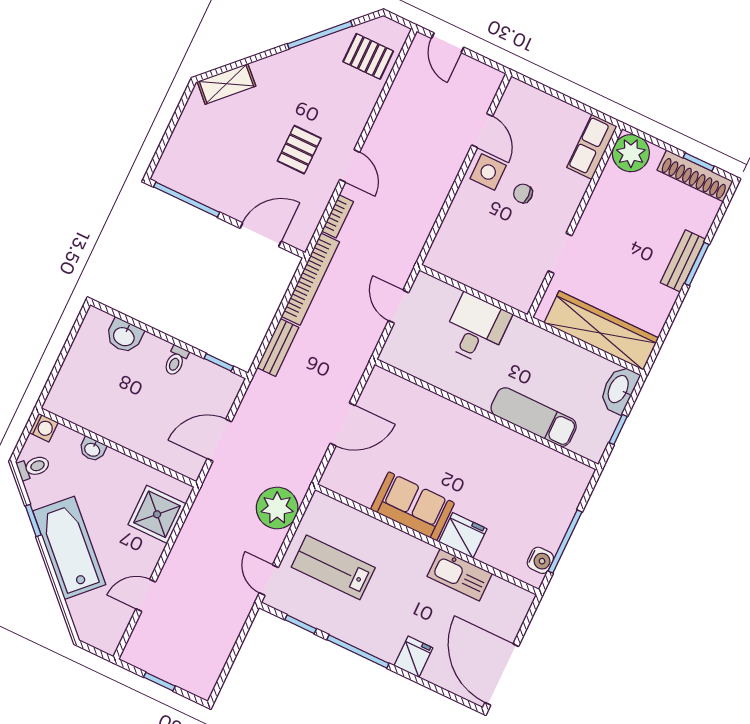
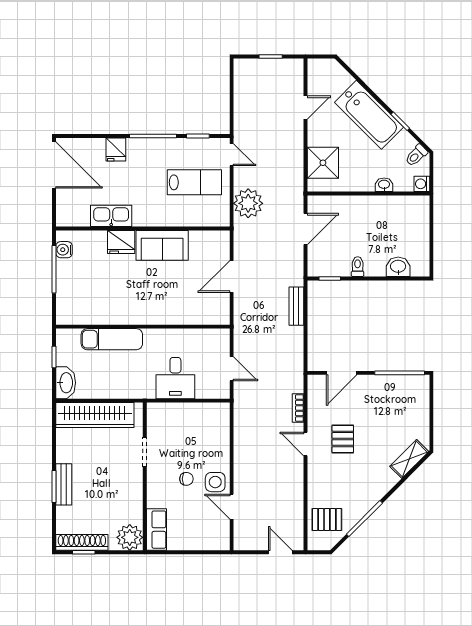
bookcase: (310, 279) -> (296, 360), removed

